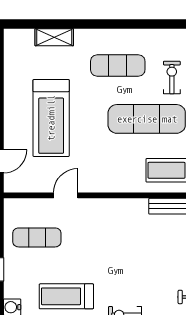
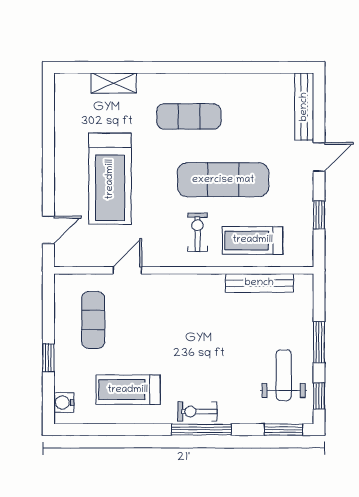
exercise bike: (172, 78) -> (197, 232), moved
exercise mat: (37, 237) -> (93, 320), turned 90

